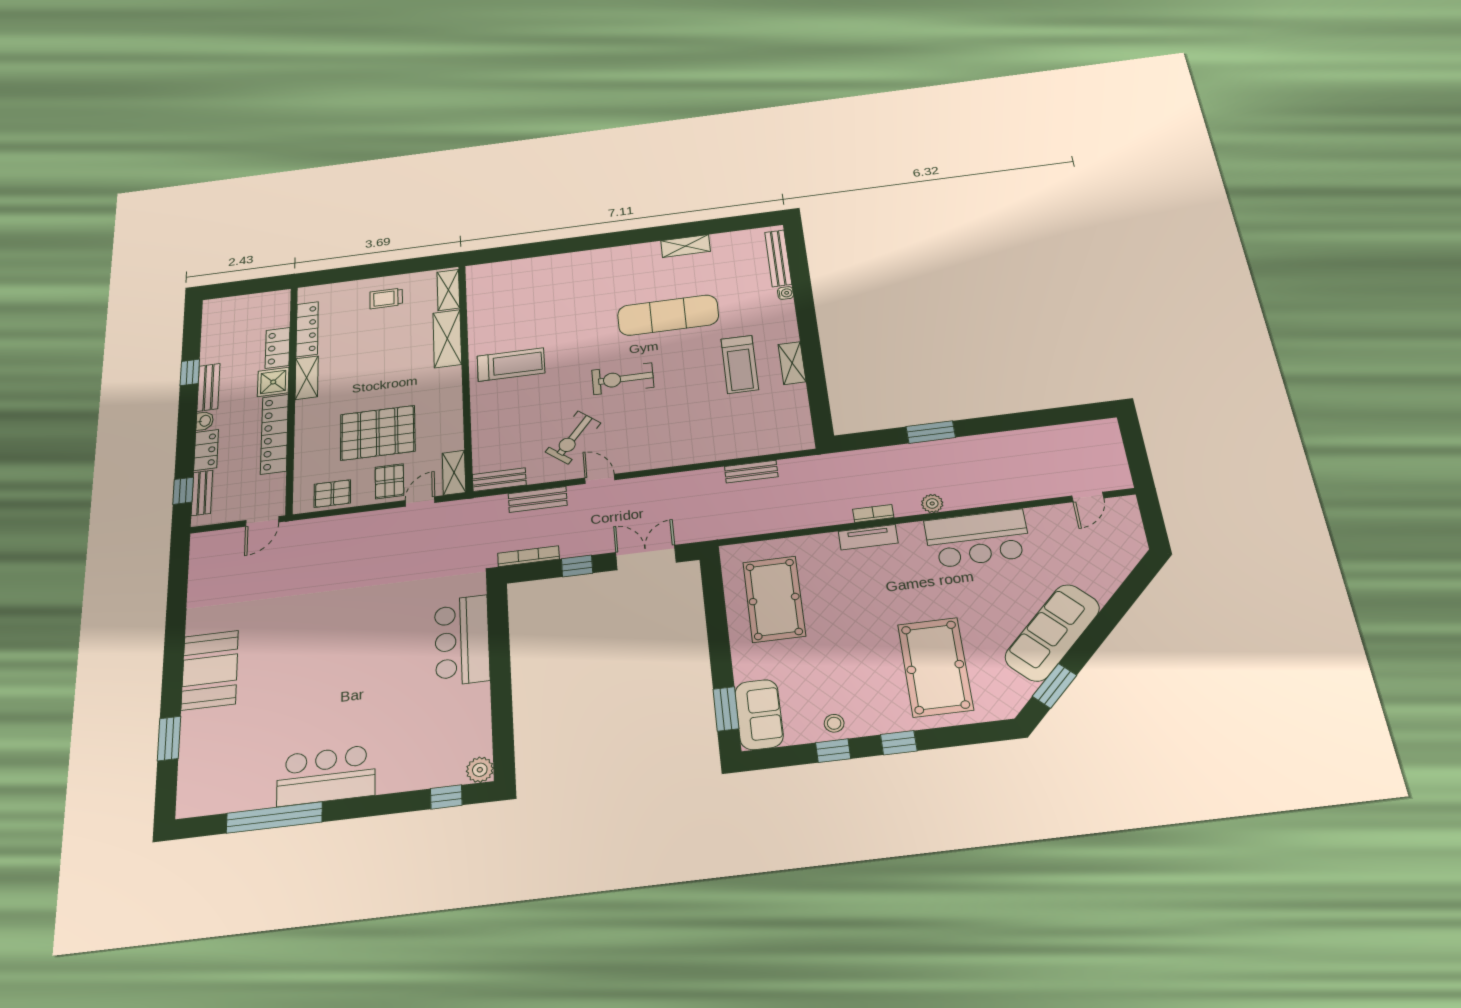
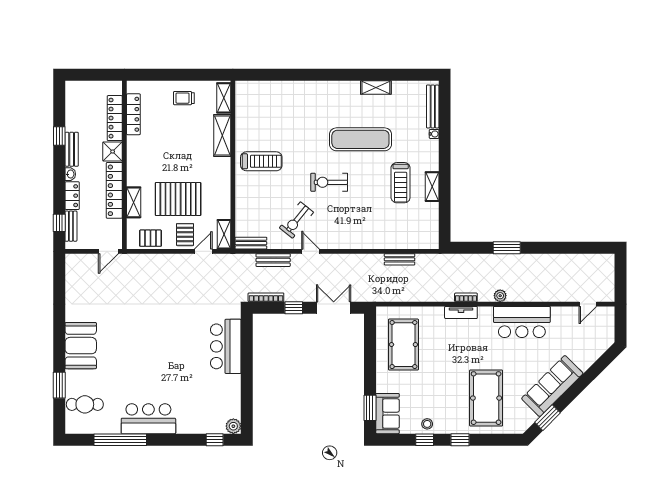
locker: (278, 348) -> (115, 118), width x1.53
shelving: (307, 378) -> (134, 202), moved
cafe table: (213, 765) -> (85, 404), added

